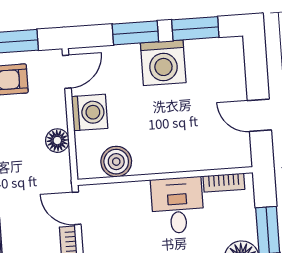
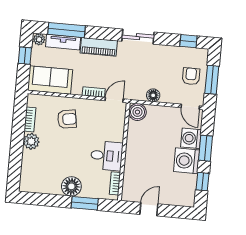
window: (195, 29) -> (202, 182), width x0.67
washing machine: (89, 112) -> (191, 138), moved, turned 90
boiler: (116, 162) -> (137, 112), moved

